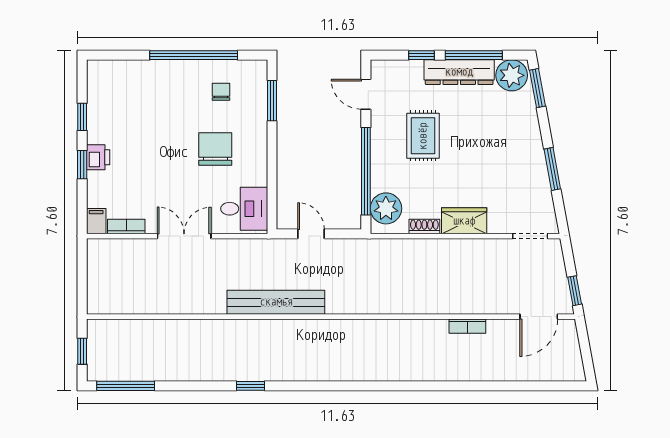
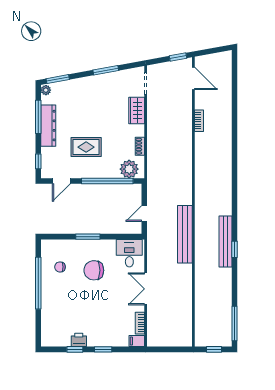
window: (421, 55) -> (38, 161), moved
plant: (512, 75) -> (46, 90), width x0.53, depth x0.53
window: (272, 101) -> (88, 237), moved
printer: (98, 157) -> (79, 340), moved
wardrobe: (464, 221) -> (137, 111), moved
bench: (264, 371) -> (225, 241), added

